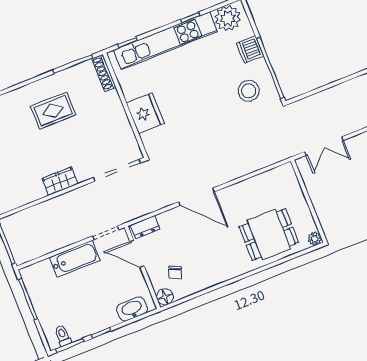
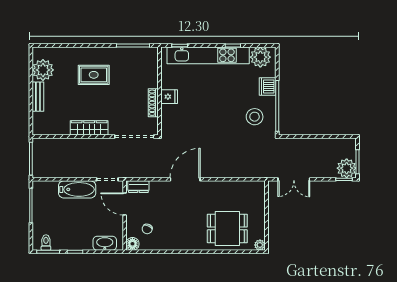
shoe rack: (104, 73) -> (153, 103), moved
rug: (53, 111) -> (94, 75), moved
fridge: (145, 113) -> (169, 97), width x0.53, depth x0.75
wardrobe: (60, 181) -> (89, 128), width x1.50
door: (196, 197) -> (185, 179), swing flipped

